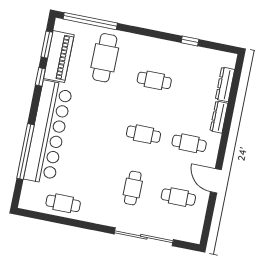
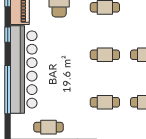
window: (40, 77) -> (8, 35), moved
cafe table: (133, 188) -> (105, 102), turned 90

